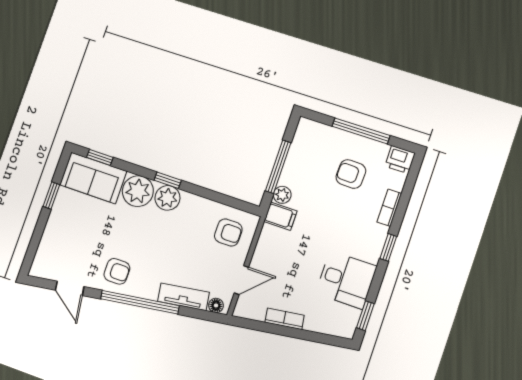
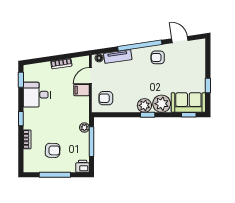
printer: (400, 160) -> (83, 166), moved
filing cabinet: (280, 216) -> (82, 90), moved

